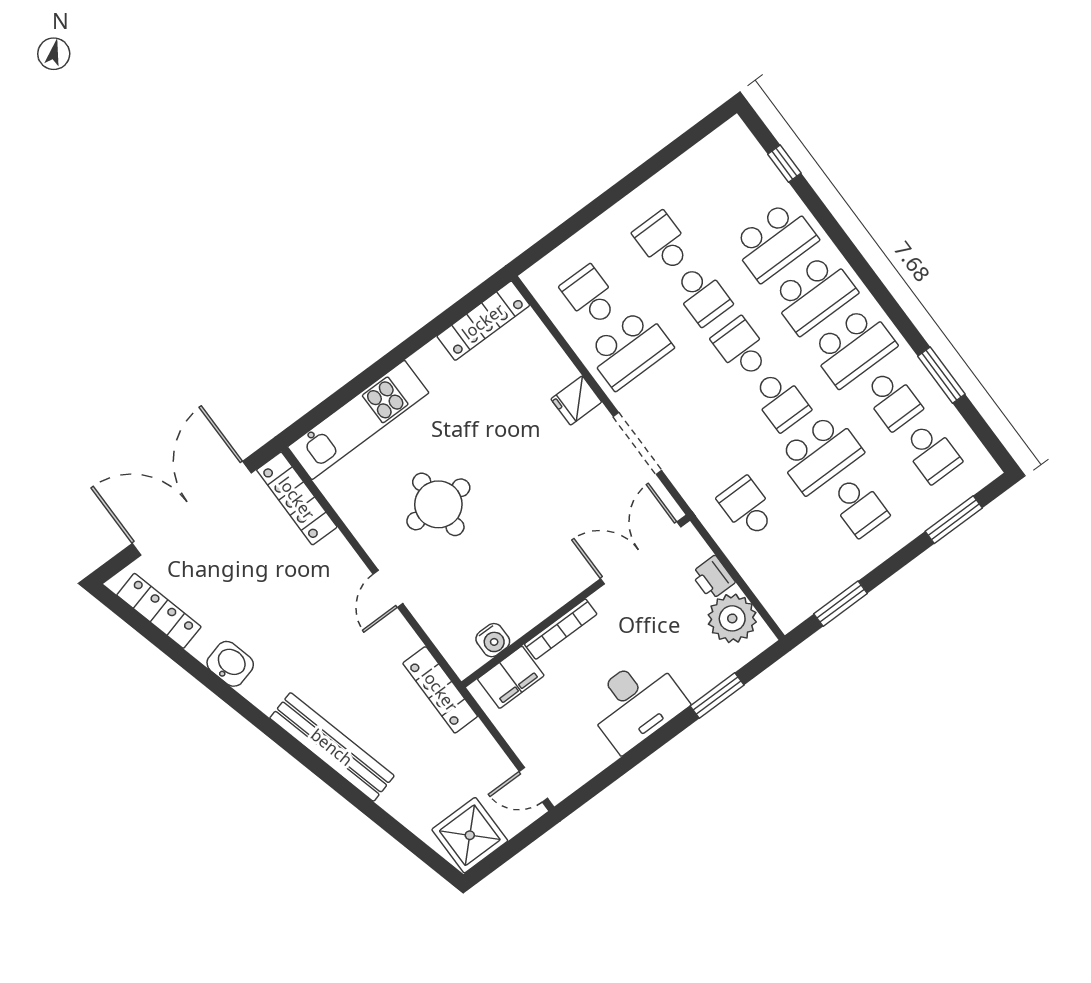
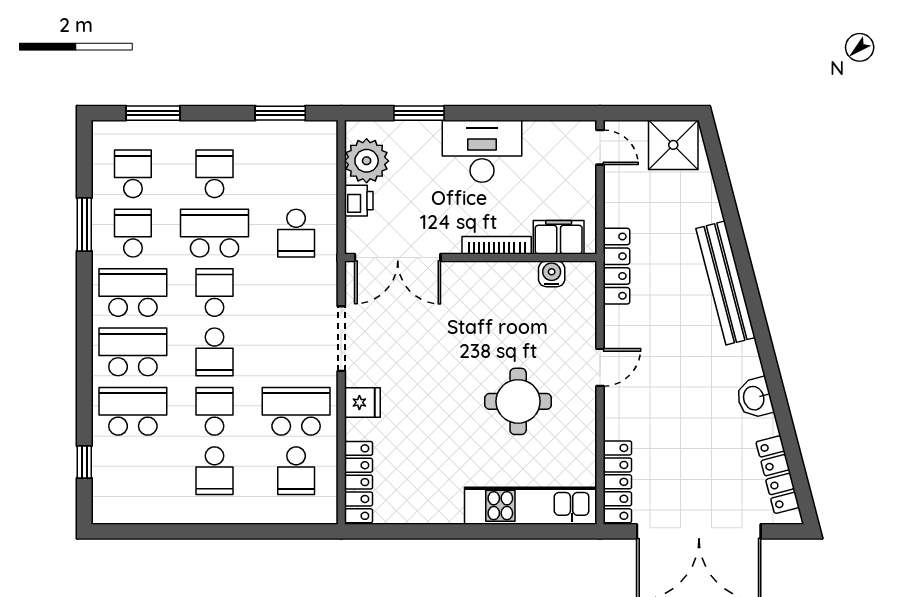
locker: (483, 321) -> (358, 482), moved, turned 90

